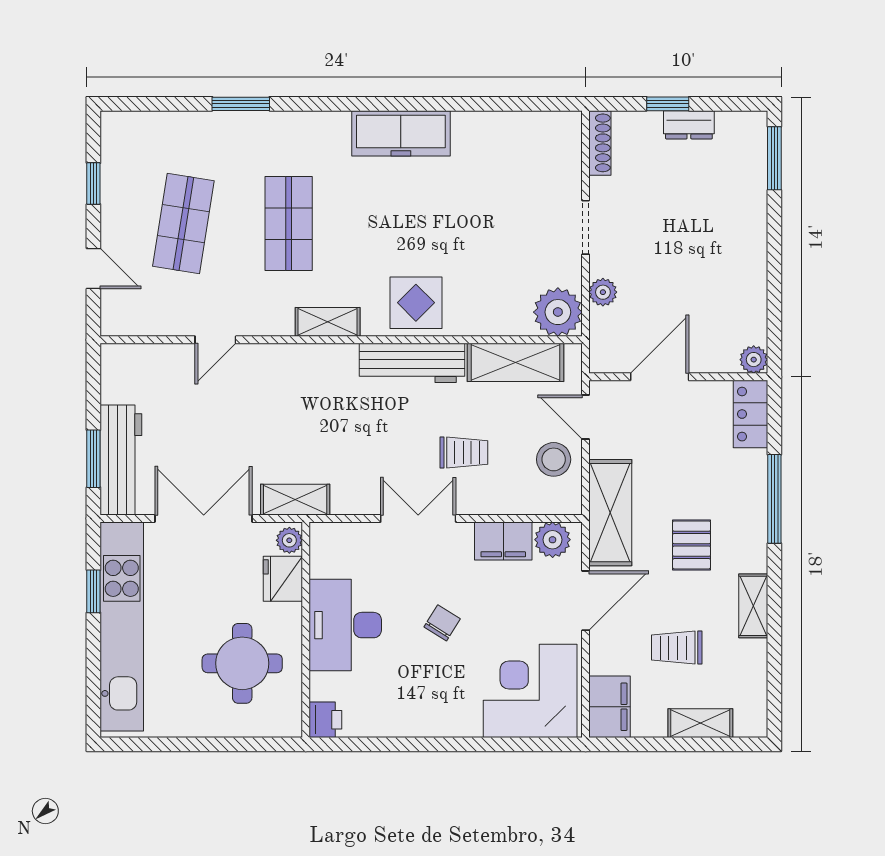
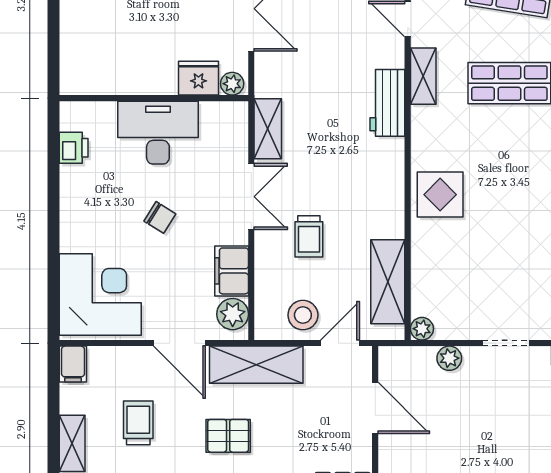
plant: (558, 312) -> (422, 329), width x0.53, depth x0.53
shelving: (328, 322) -> (423, 76), moved
workbench: (412, 363) -> (387, 103), moved, width x0.73
shelving: (295, 500) -> (268, 129), moved
round table: (242, 663) -> (124, 43), removed
filing cabinet: (610, 707) -> (73, 364), width x0.50
printer: (325, 720) -> (74, 148), moved, turned -90

